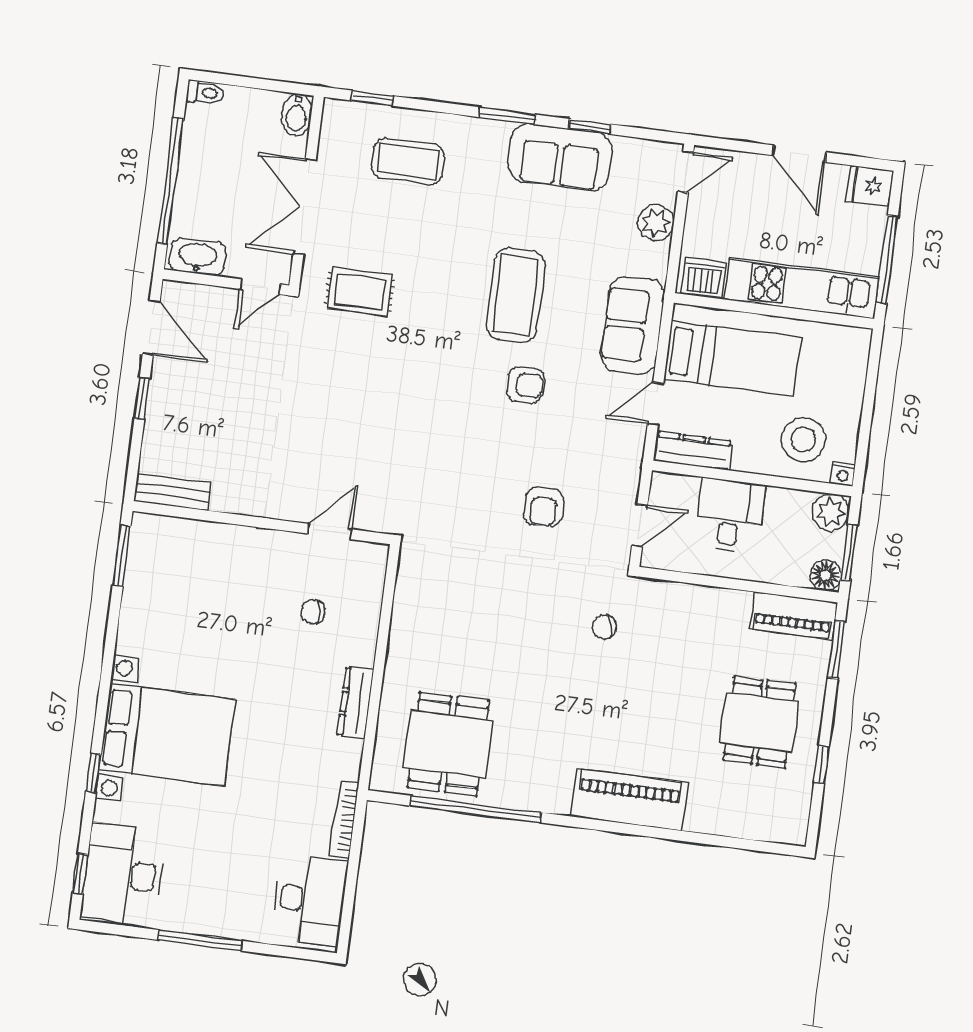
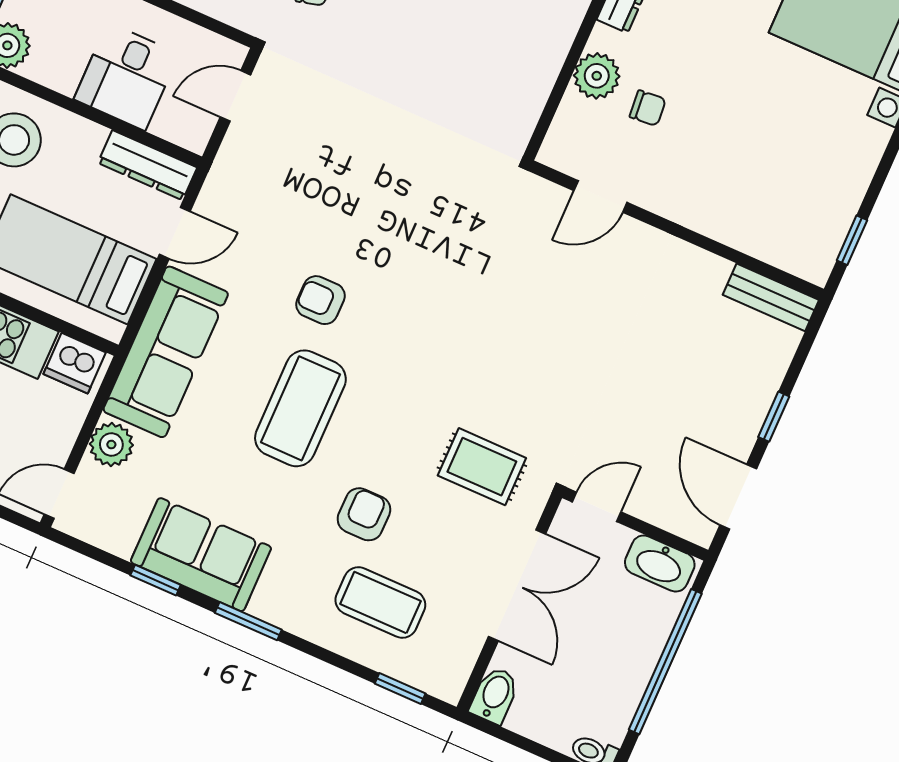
sofa: (633, 325) -> (166, 352), width x1.36
armchair: (544, 507) -> (364, 514), moved
window: (122, 556) -> (852, 240), width x0.67
plant: (360, 625) -> (597, 76), added

